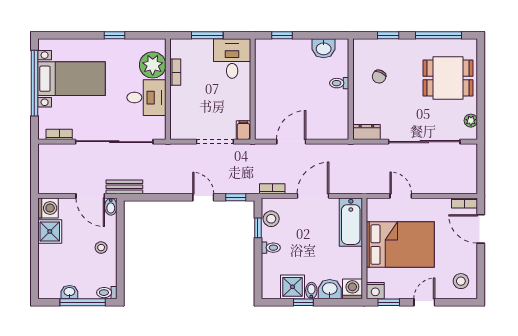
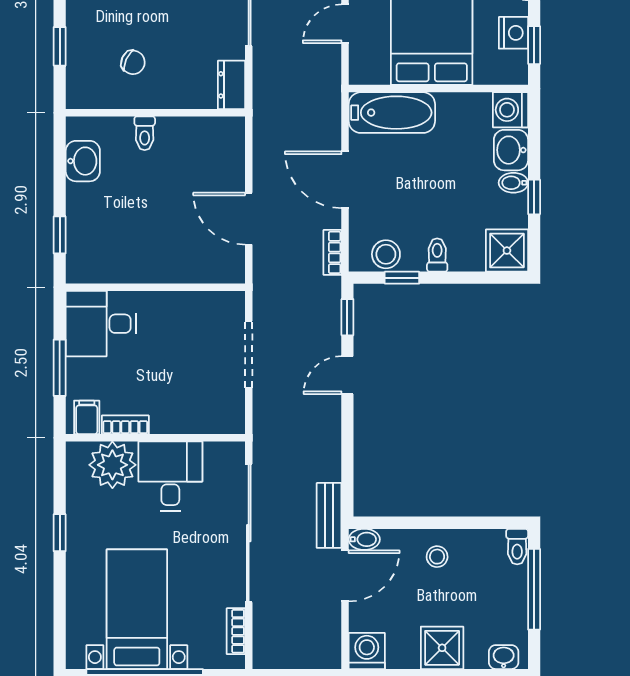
filing cabinet: (243, 130) -> (87, 417), moved, turned 90
shower: (50, 232) -> (442, 648), moved
shower: (293, 287) -> (507, 251), moved
nightstand: (375, 291) -> (513, 33), moved
washbasin: (69, 292) -> (504, 657), moved, turned 90

